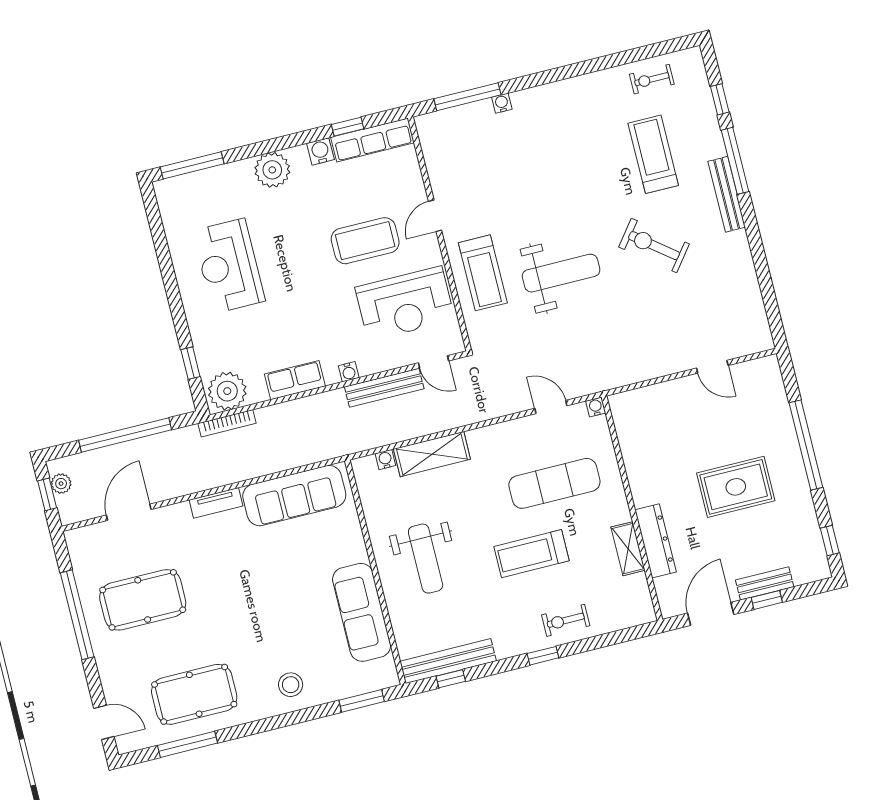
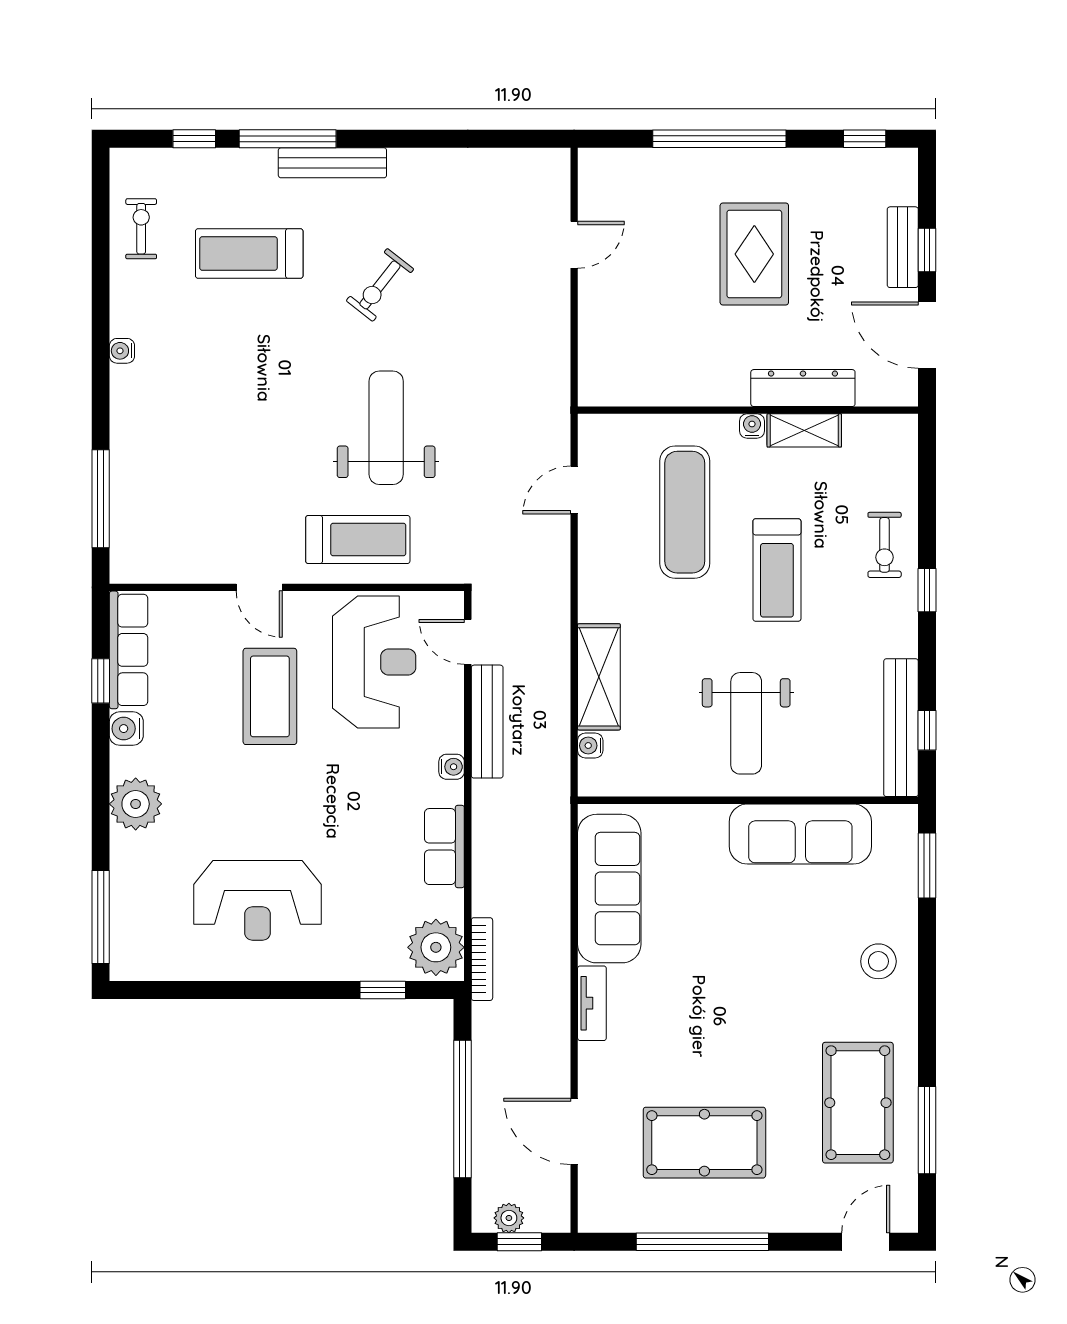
exercise bike: (652, 79) -> (141, 229), turned 180
water cooler: (502, 103) -> (122, 351), moved
exercise bike: (654, 246) -> (380, 285), width x0.73, depth x0.72
door: (433, 362) -> (468, 642), swing flipped
water cooler: (596, 407) -> (752, 426), moved, turned 90
weight bench: (426, 559) -> (746, 723), turned 90
pool table: (143, 600) -> (704, 1143), turned 90

